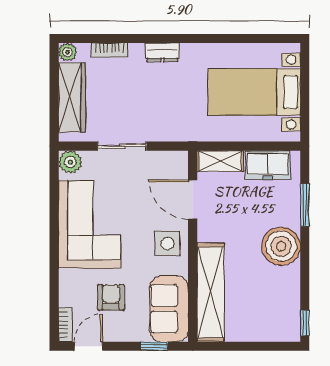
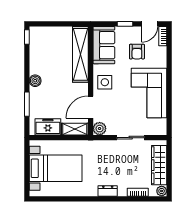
plant: (70, 162) -> (100, 129), moved
door: (193, 200) -> (91, 107), swing flipped
boiler: (281, 246) -> (35, 81), width x0.54, depth x0.54
window: (154, 346) -> (125, 24), moved

